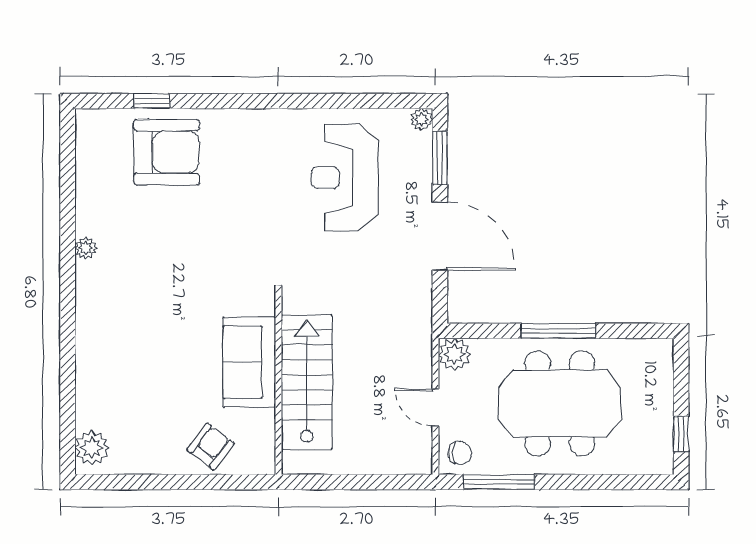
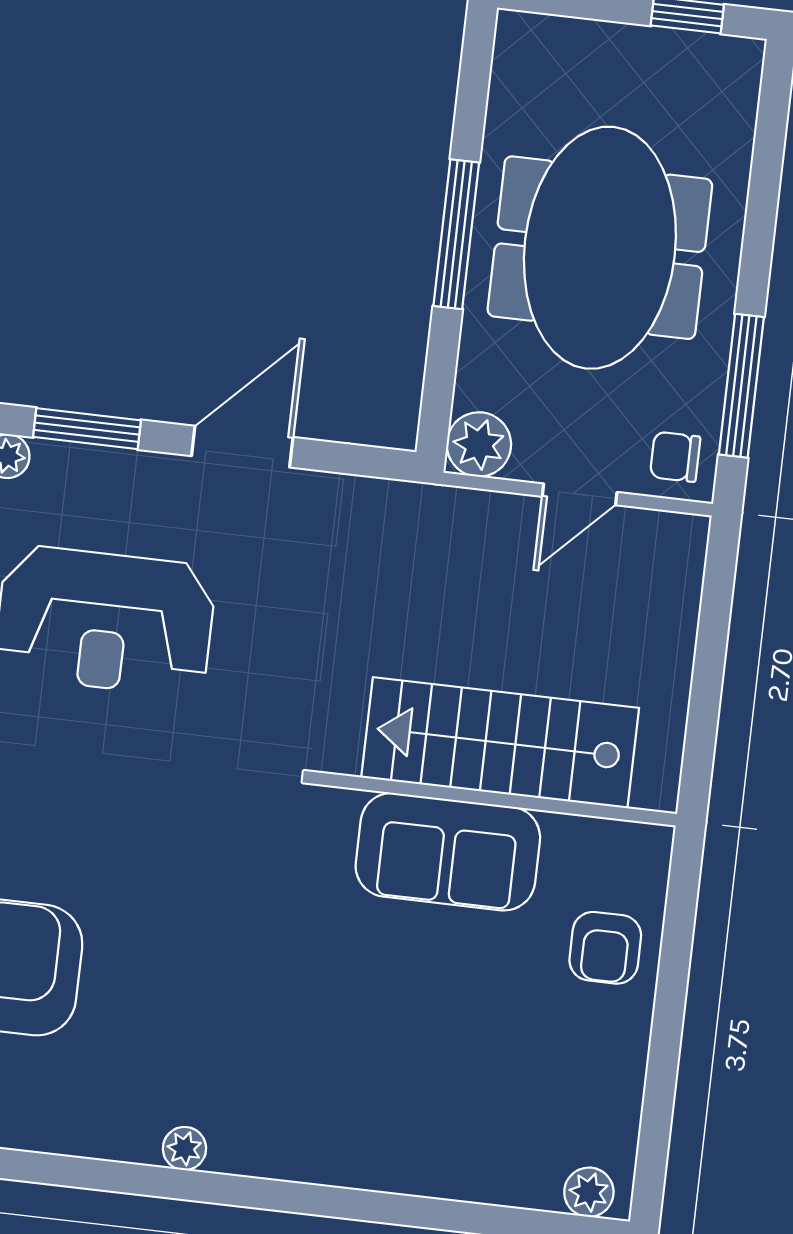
door: (440, 236) -> (242, 447), width x0.73
armchair: (210, 446) -> (605, 948), turned -127
plant: (92, 448) -> (589, 1192), width x0.73, depth x0.73
chair: (460, 453) -> (675, 457), turned -90

